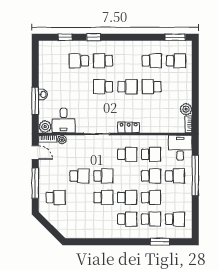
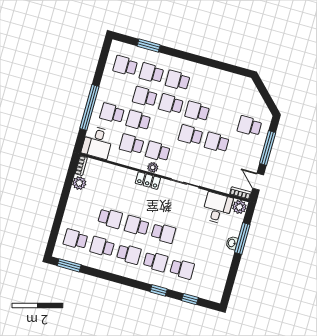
school desk: (127, 61) -> (129, 254), added
plant: (62, 140) -> (153, 167), moved

